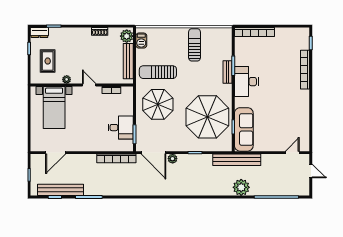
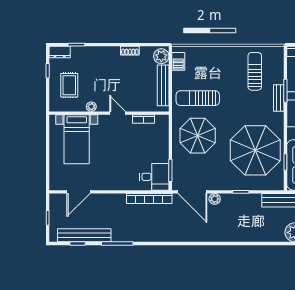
sun lounger: (195, 45) -> (255, 71), moved
desk: (121, 128) -> (154, 177), moved

